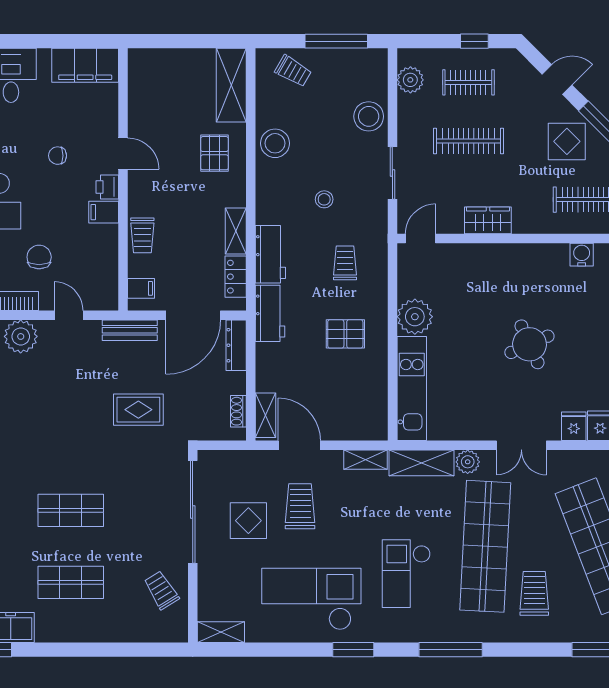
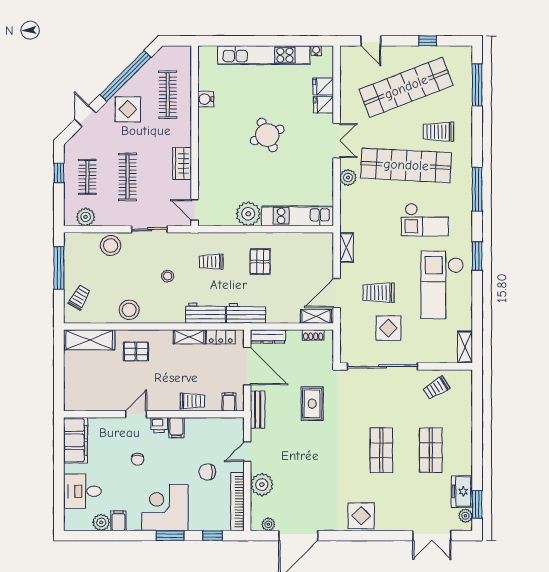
shelving: (421, 463) -> (349, 209), removed

